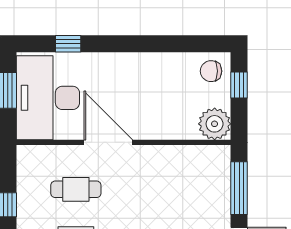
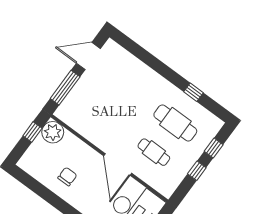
chair: (211, 71) -> (67, 177), moved, turned -90
window: (239, 85) -> (32, 132), moved

